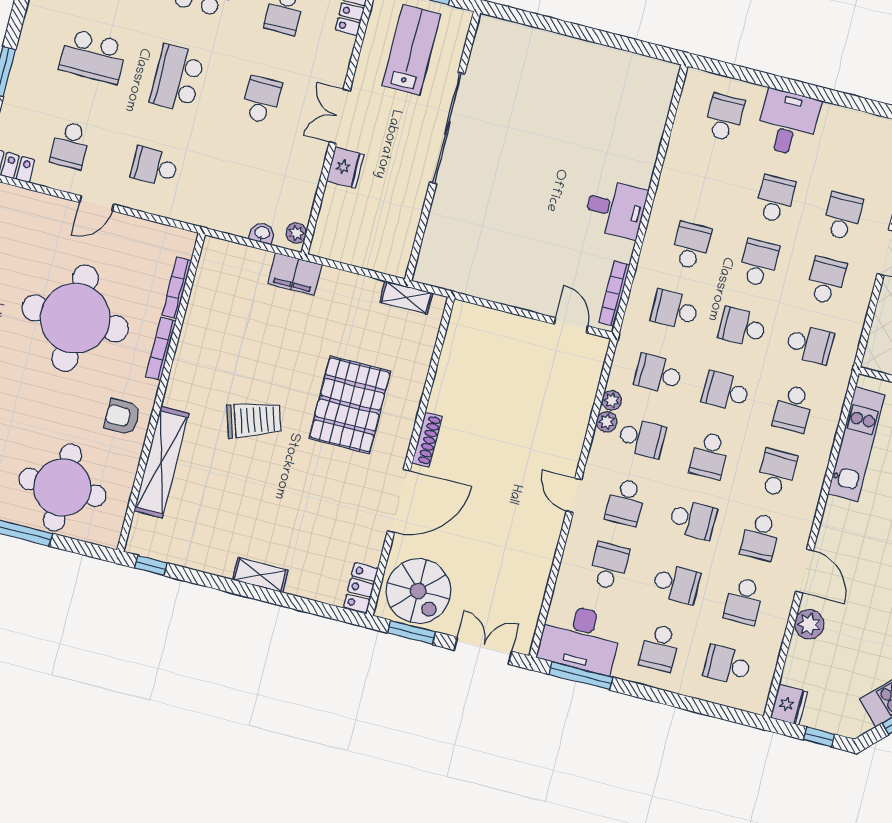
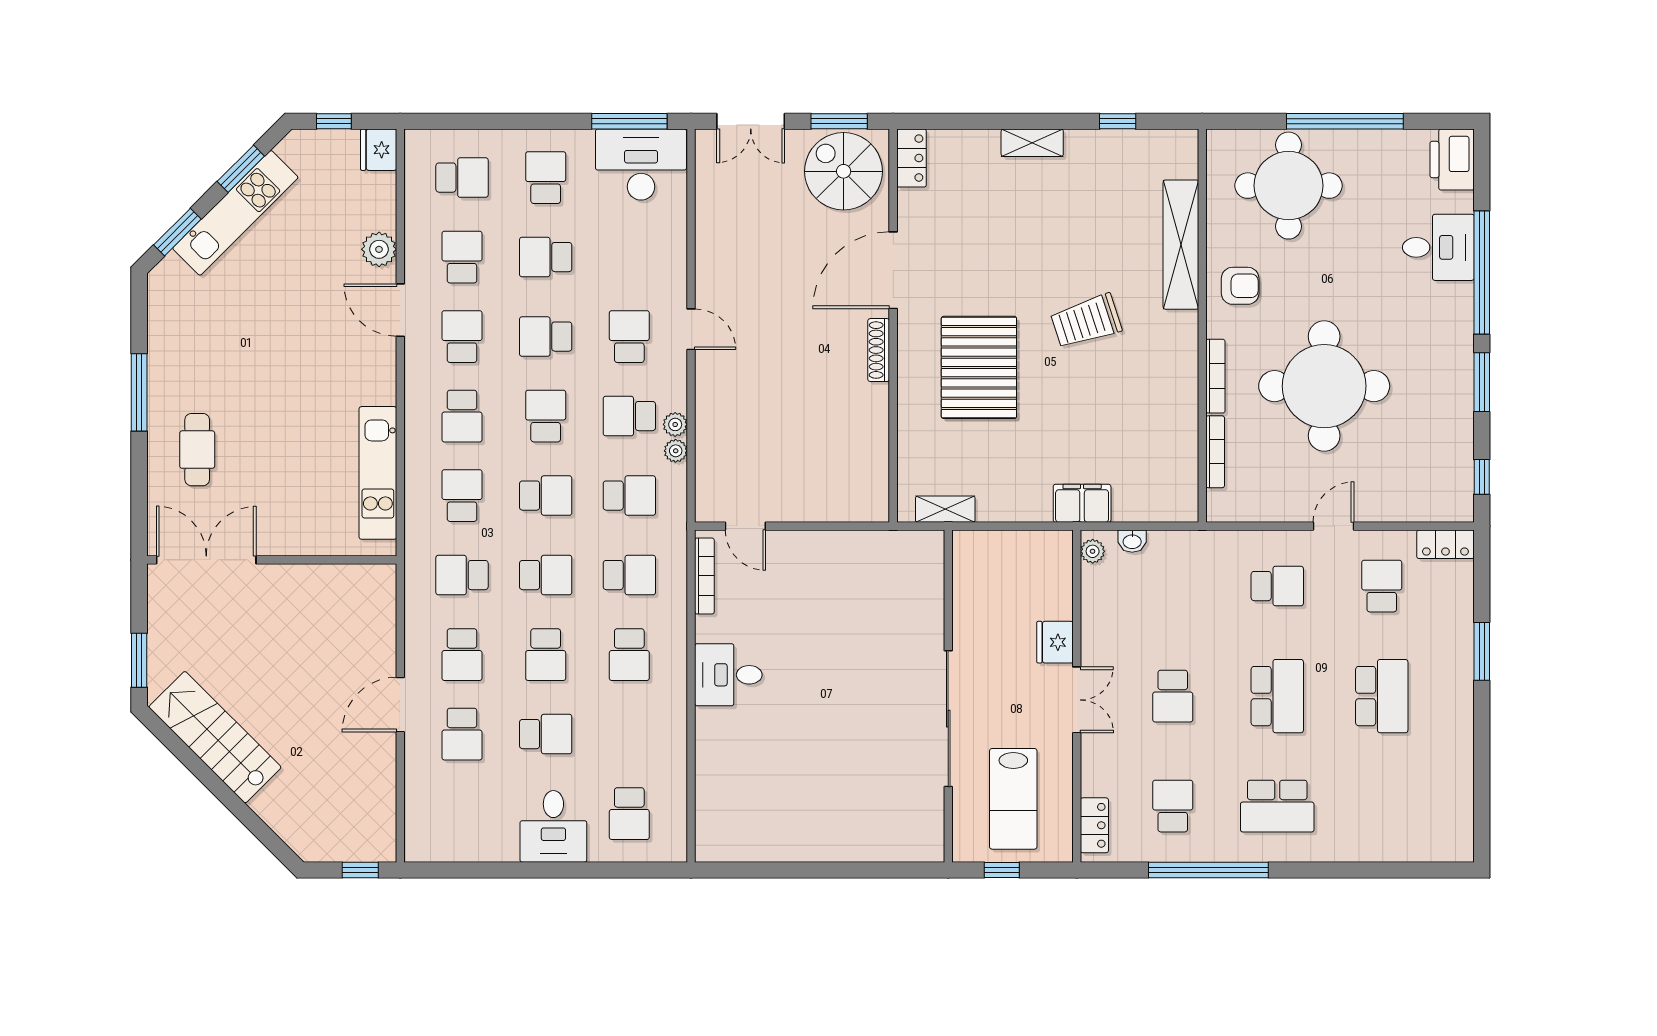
school desk: (93, 56) -> (1382, 696), turned 90
school desk: (775, 199) -> (546, 734), turned -90
window: (151, 565) -> (1118, 121), moved
school desk: (609, 566) -> (629, 257), removed

